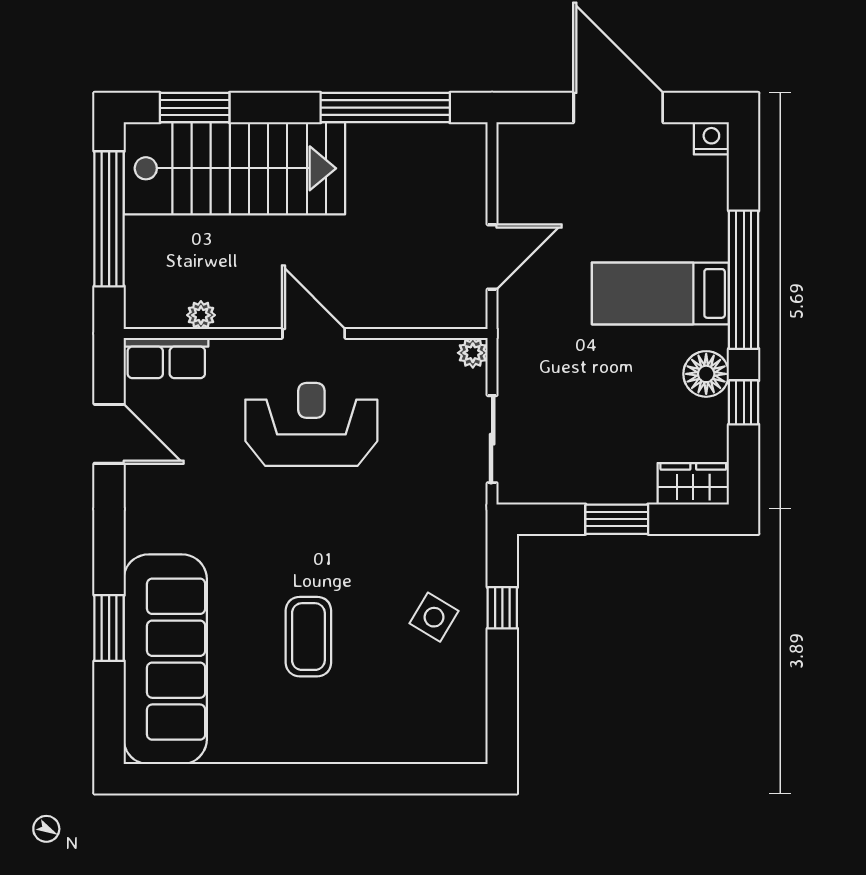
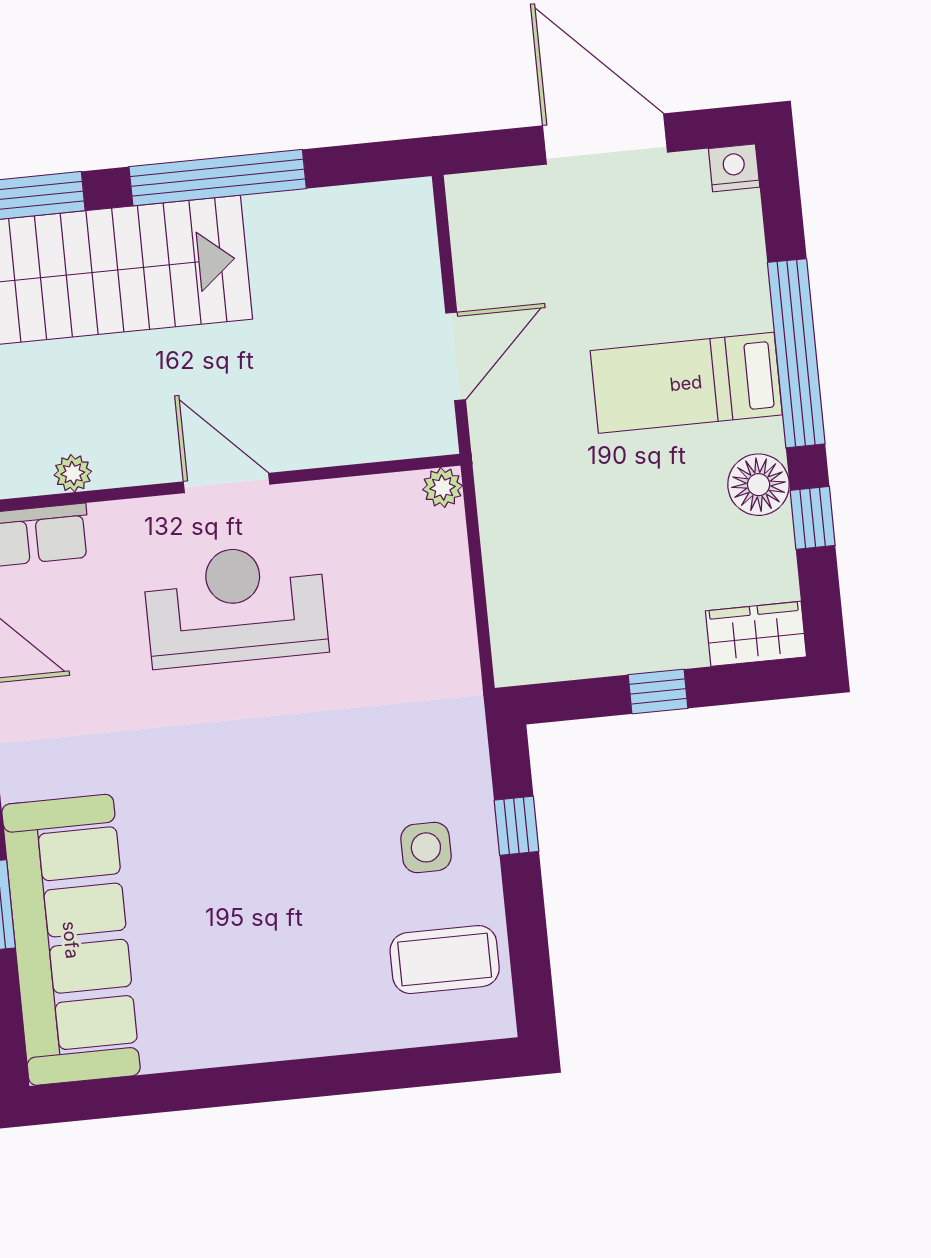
window: (385, 108) -> (218, 178), moved
sliding door: (492, 439) -> (480, 601), removed
window: (617, 519) -> (658, 691), width x0.67
side table: (434, 617) -> (426, 847), turned -31
coffee table: (308, 637) -> (445, 960), moved, turned 90

